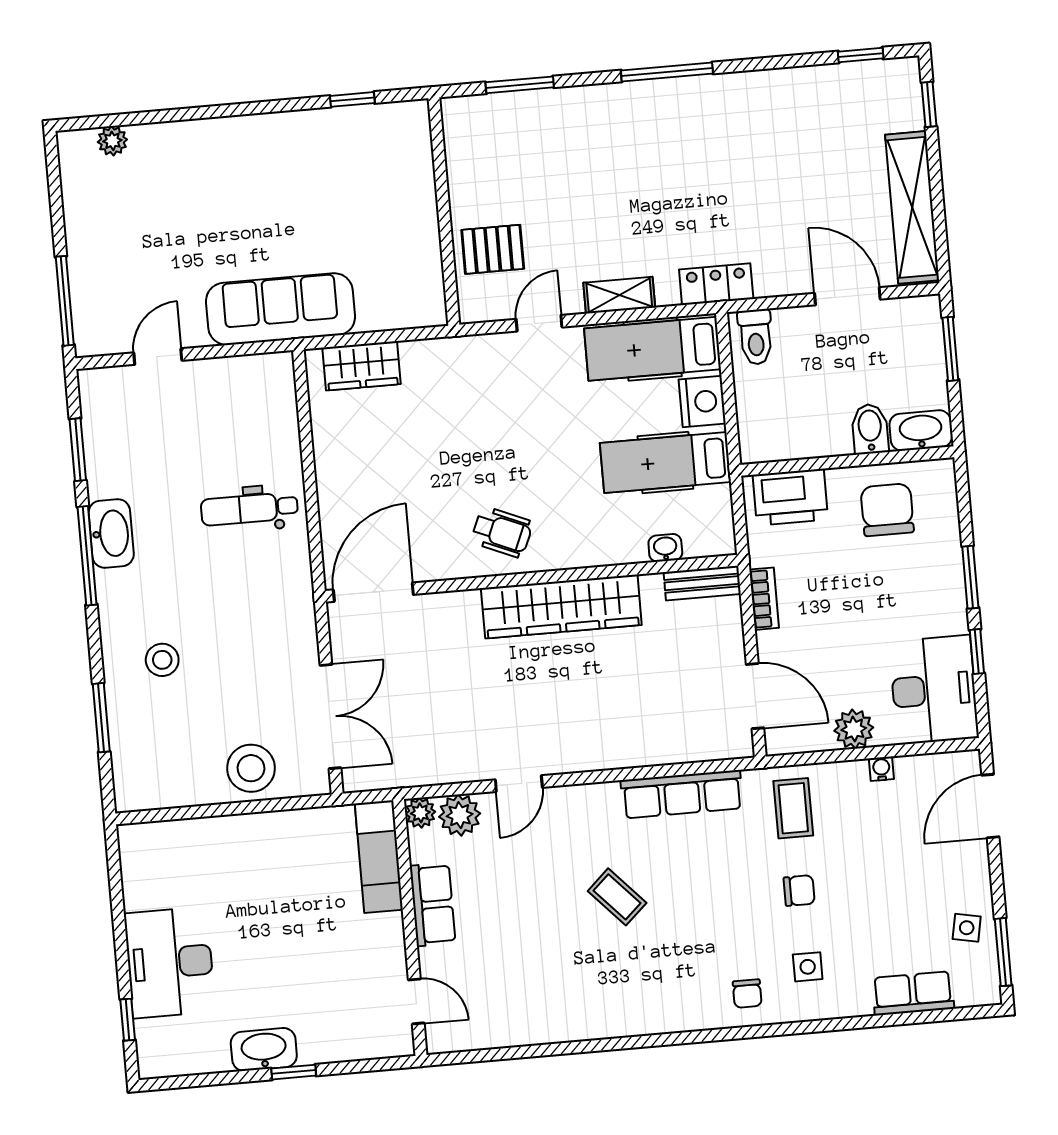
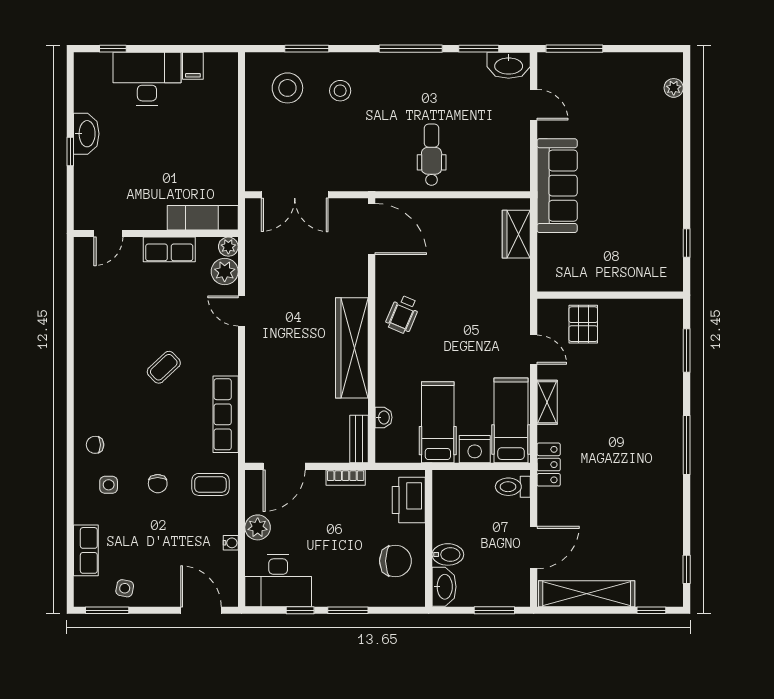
washbasin: (111, 533) -> (509, 65), moved
stool: (251, 768) -> (287, 88), moved
filing cabinet: (143, 893) -> (193, 66), added

